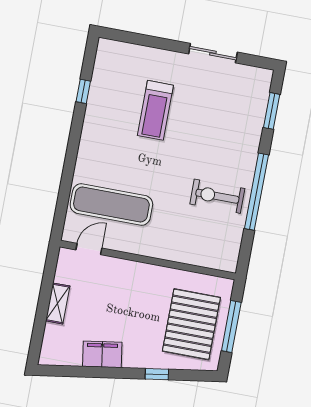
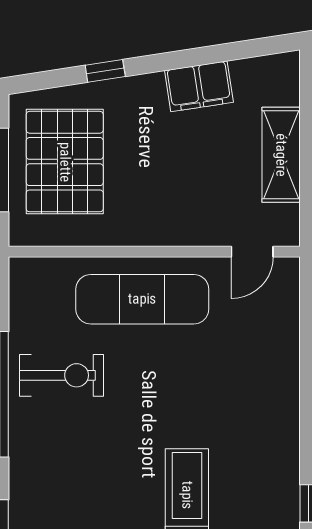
exercise mat: (111, 205) -> (142, 299), moved
shelving: (58, 303) -> (281, 155), width x1.50, depth x1.33

